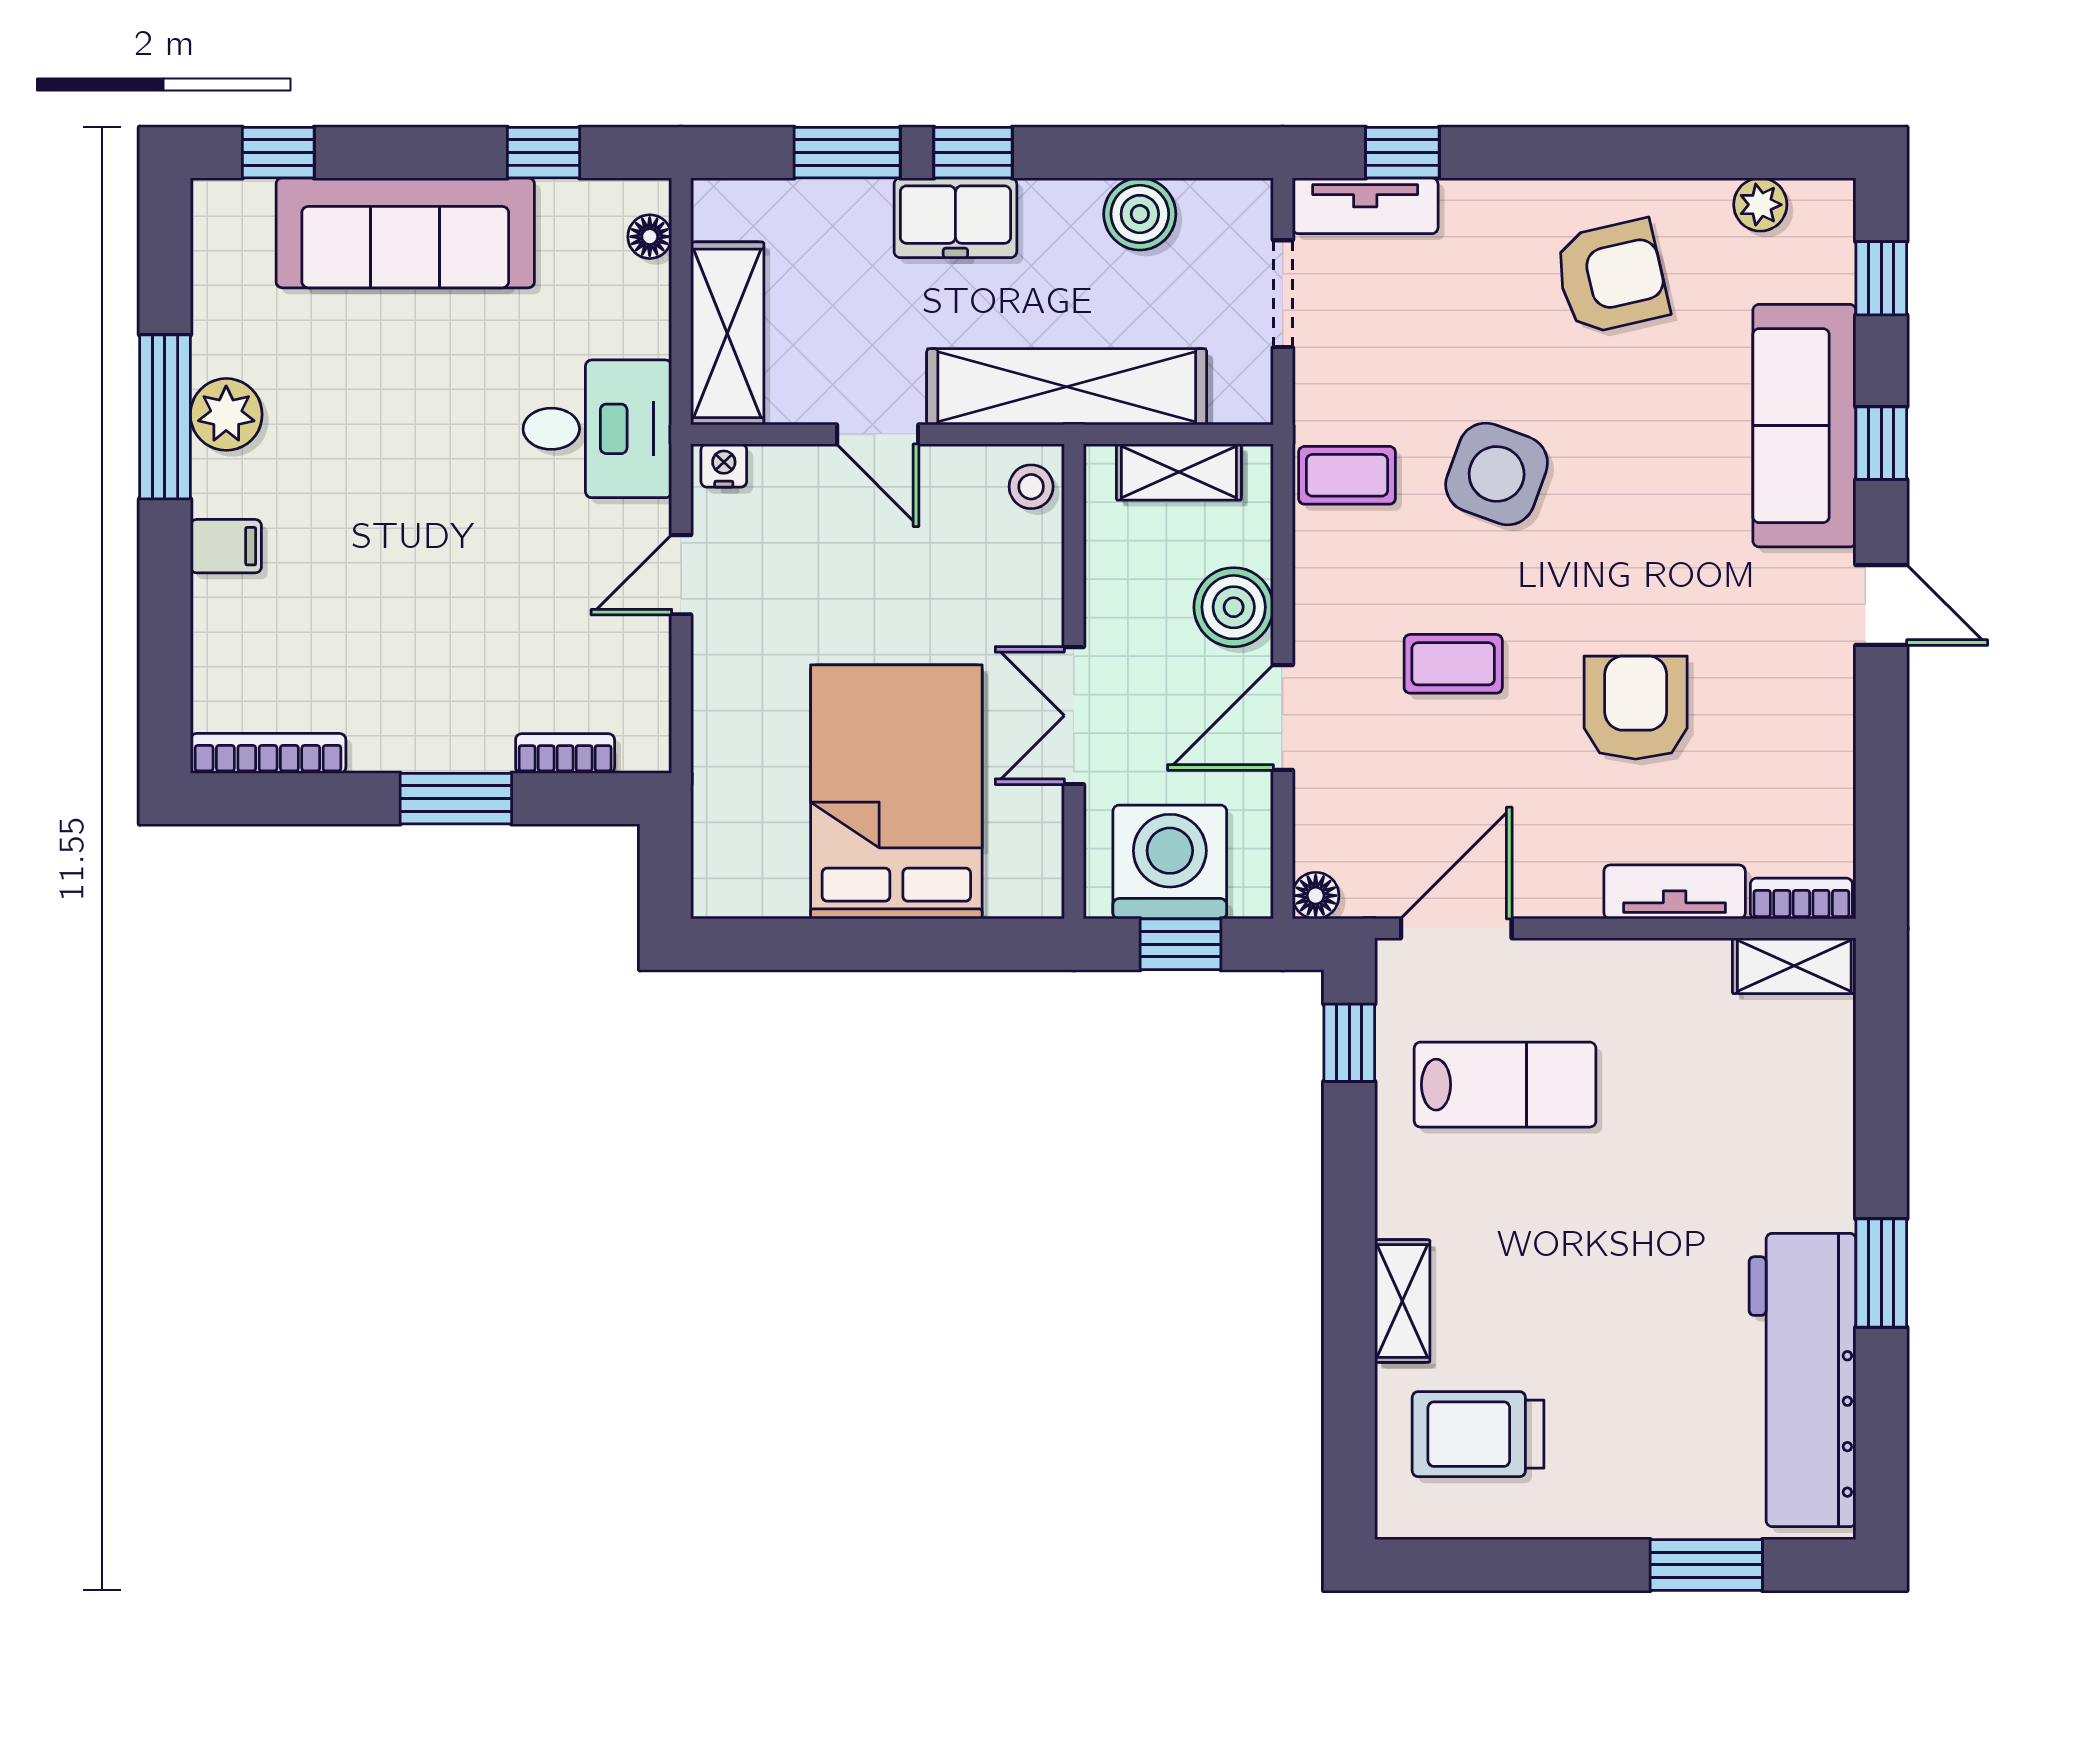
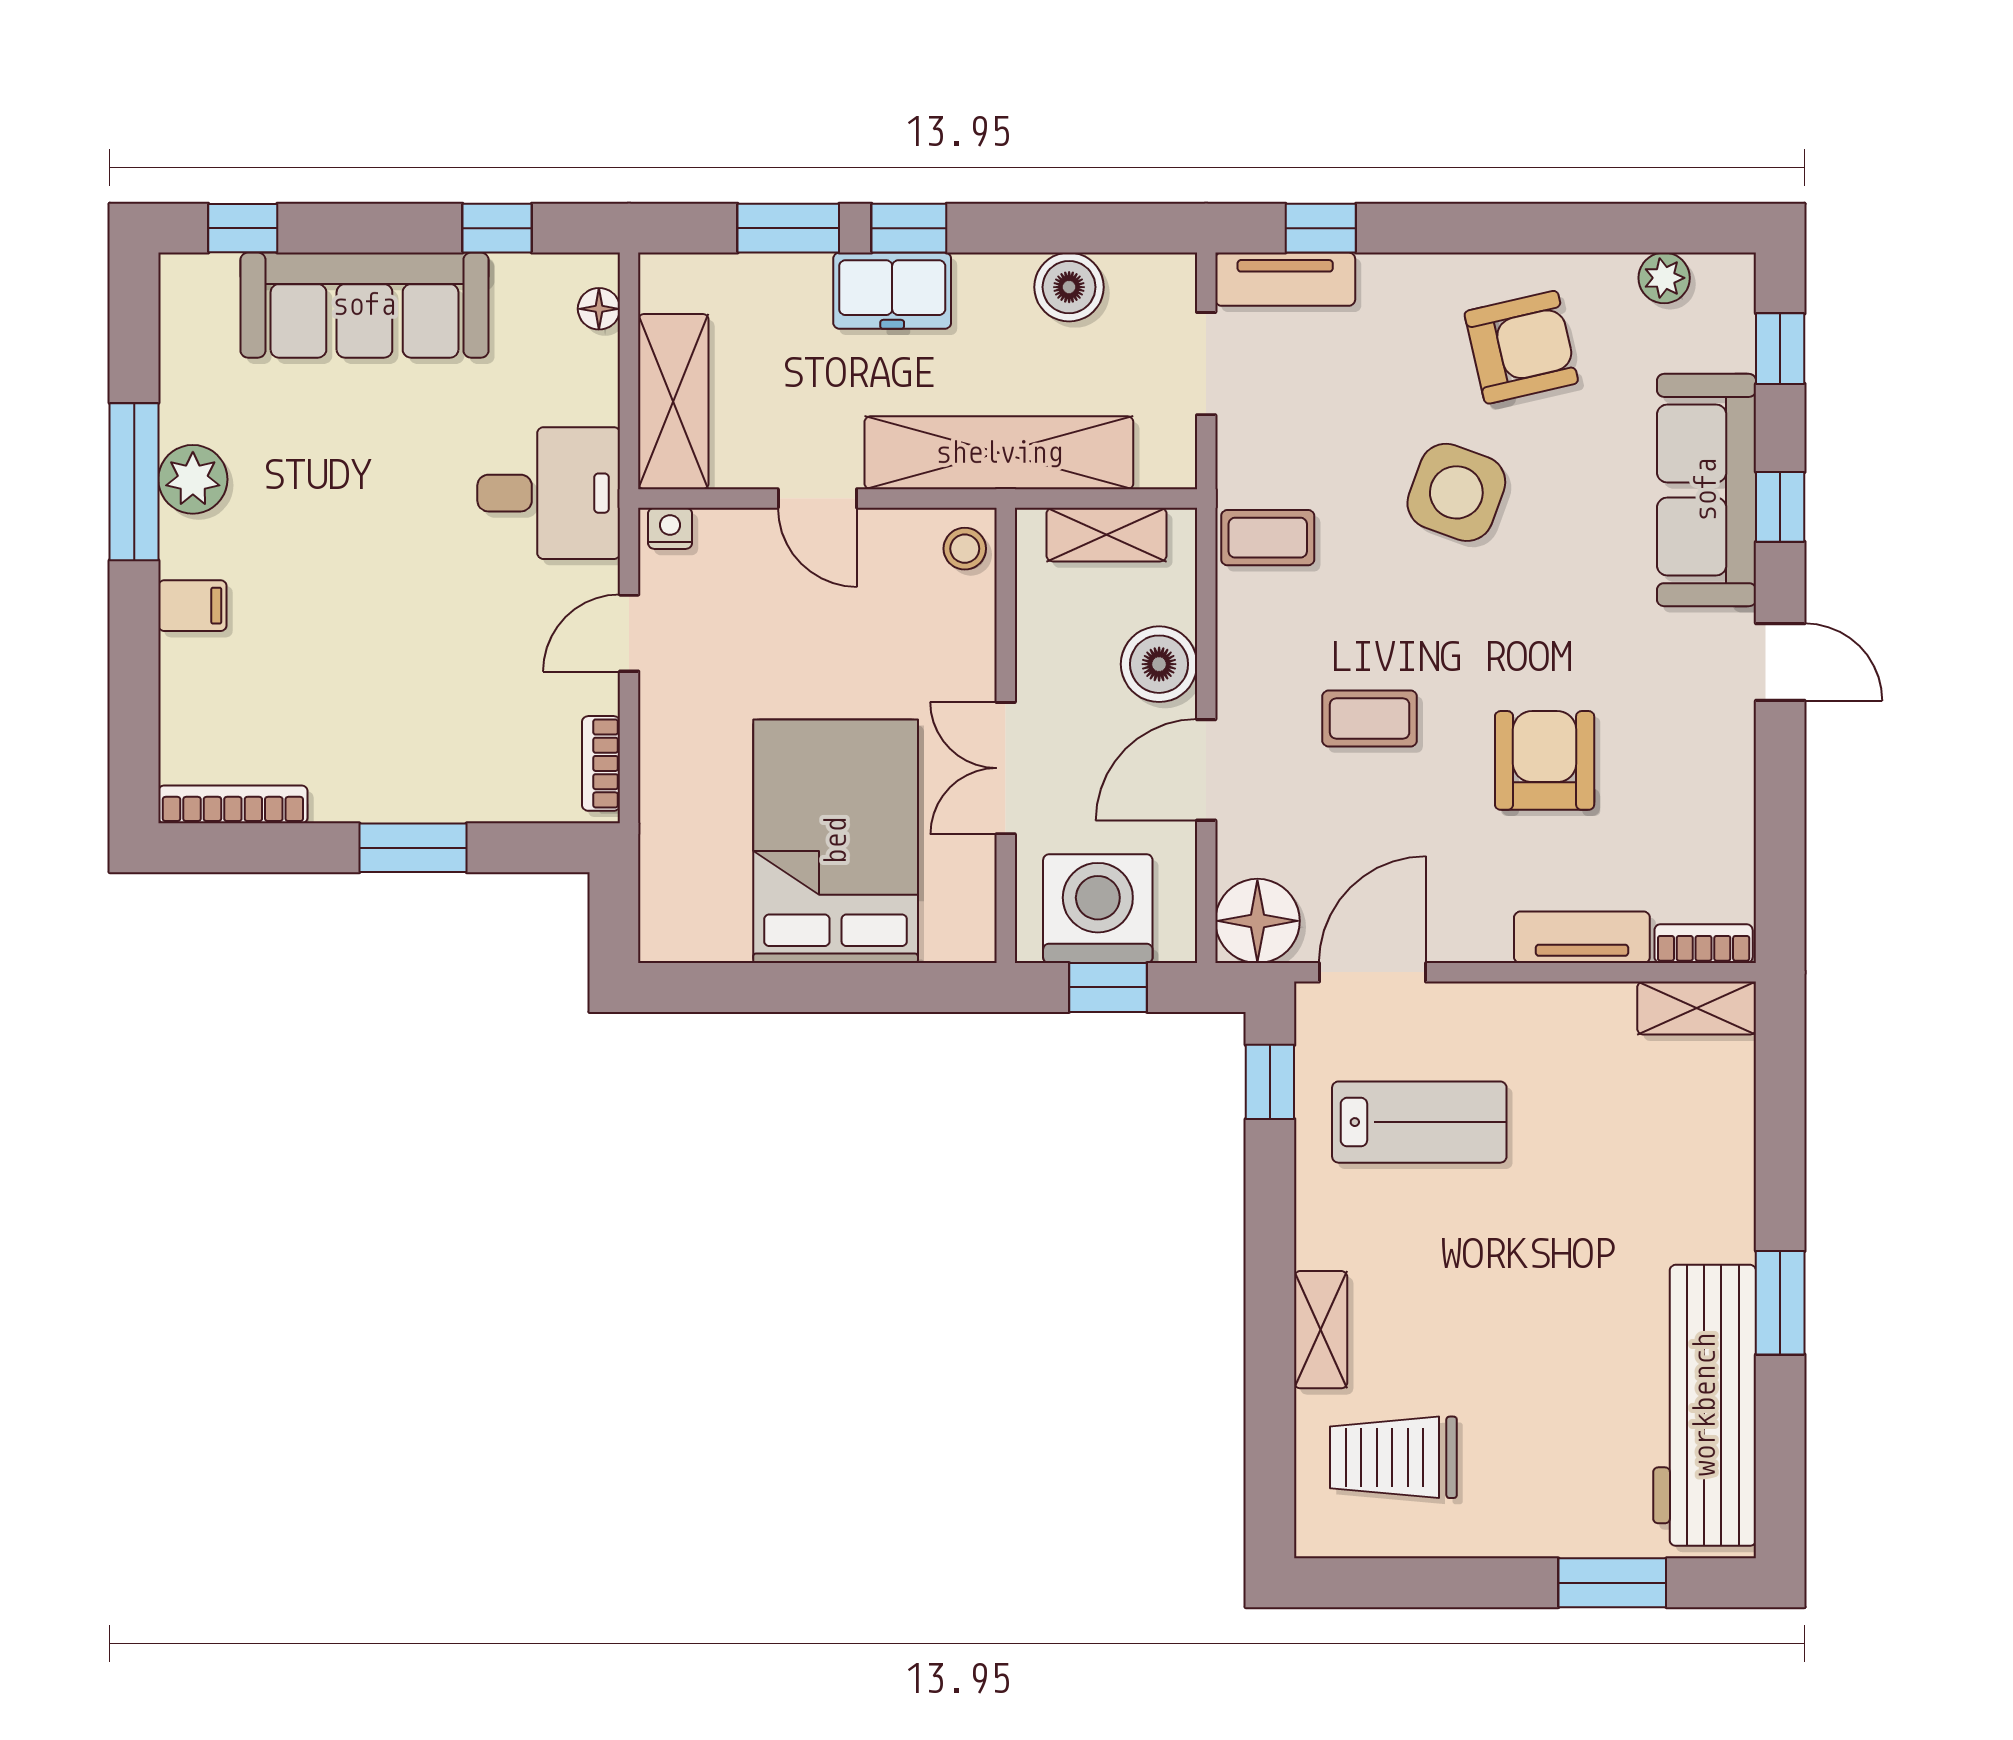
side table: (1497, 474) -> (1456, 492), moved
bookcase: (565, 753) -> (601, 763), moved, turned -90
floor lamp: (1316, 896) -> (1257, 921), width x1.89, depth x1.89

